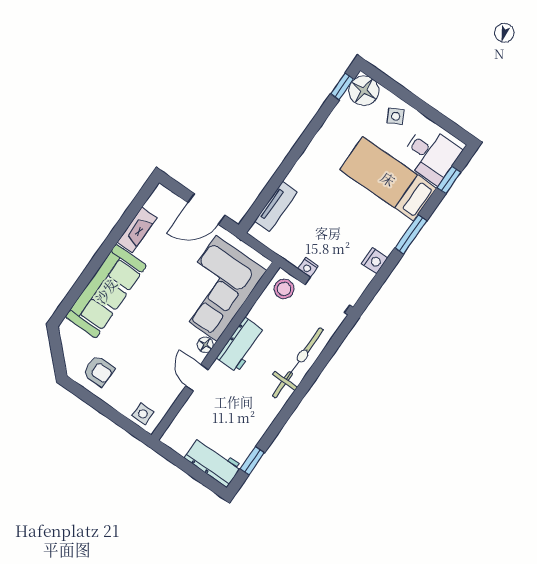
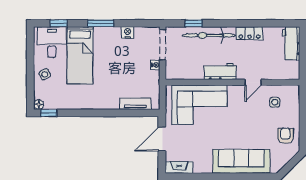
floor lamp: (364, 91) -> (39, 105), width x0.53, depth x0.53
door: (206, 209) -> (162, 139), swing flipped
fireplace: (137, 230) -> (179, 167), moved
stool: (284, 289) -> (175, 69), removed
floor lamp: (205, 345) -> (233, 90), removed
side table: (143, 414) -> (275, 102), moved
locker: (264, 417) -> (249, 33), added
window: (252, 461) -> (194, 23), moved

